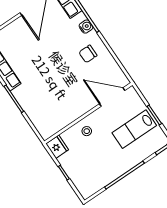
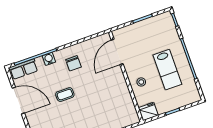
coffee table: (52, 53) -> (65, 95), added
lab bench: (134, 129) -> (167, 70), moved

